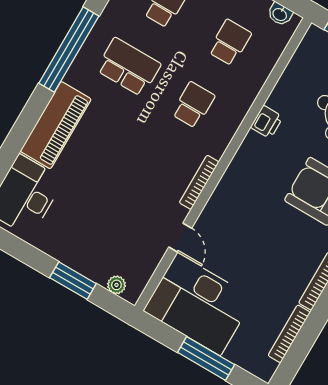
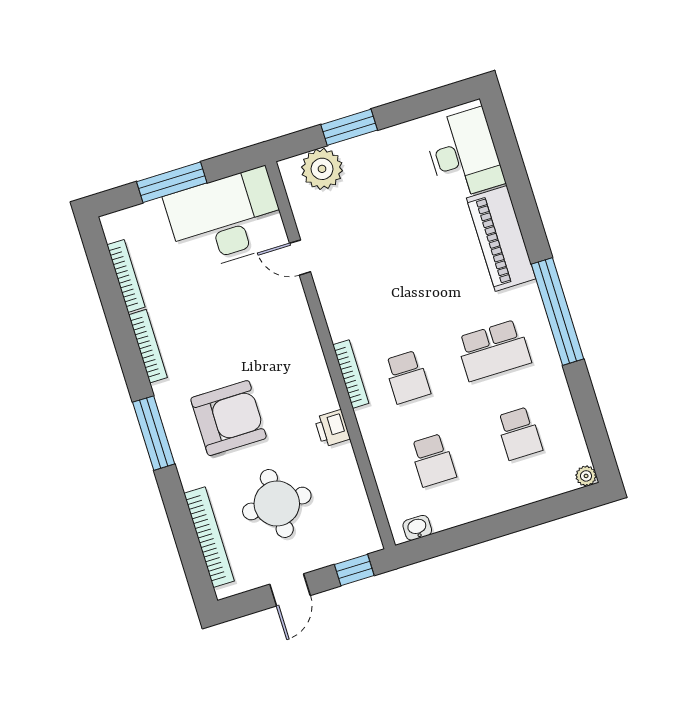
bookcase: (199, 182) -> (351, 374), moved
plant: (116, 285) -> (322, 169), width x1.87, depth x1.87

